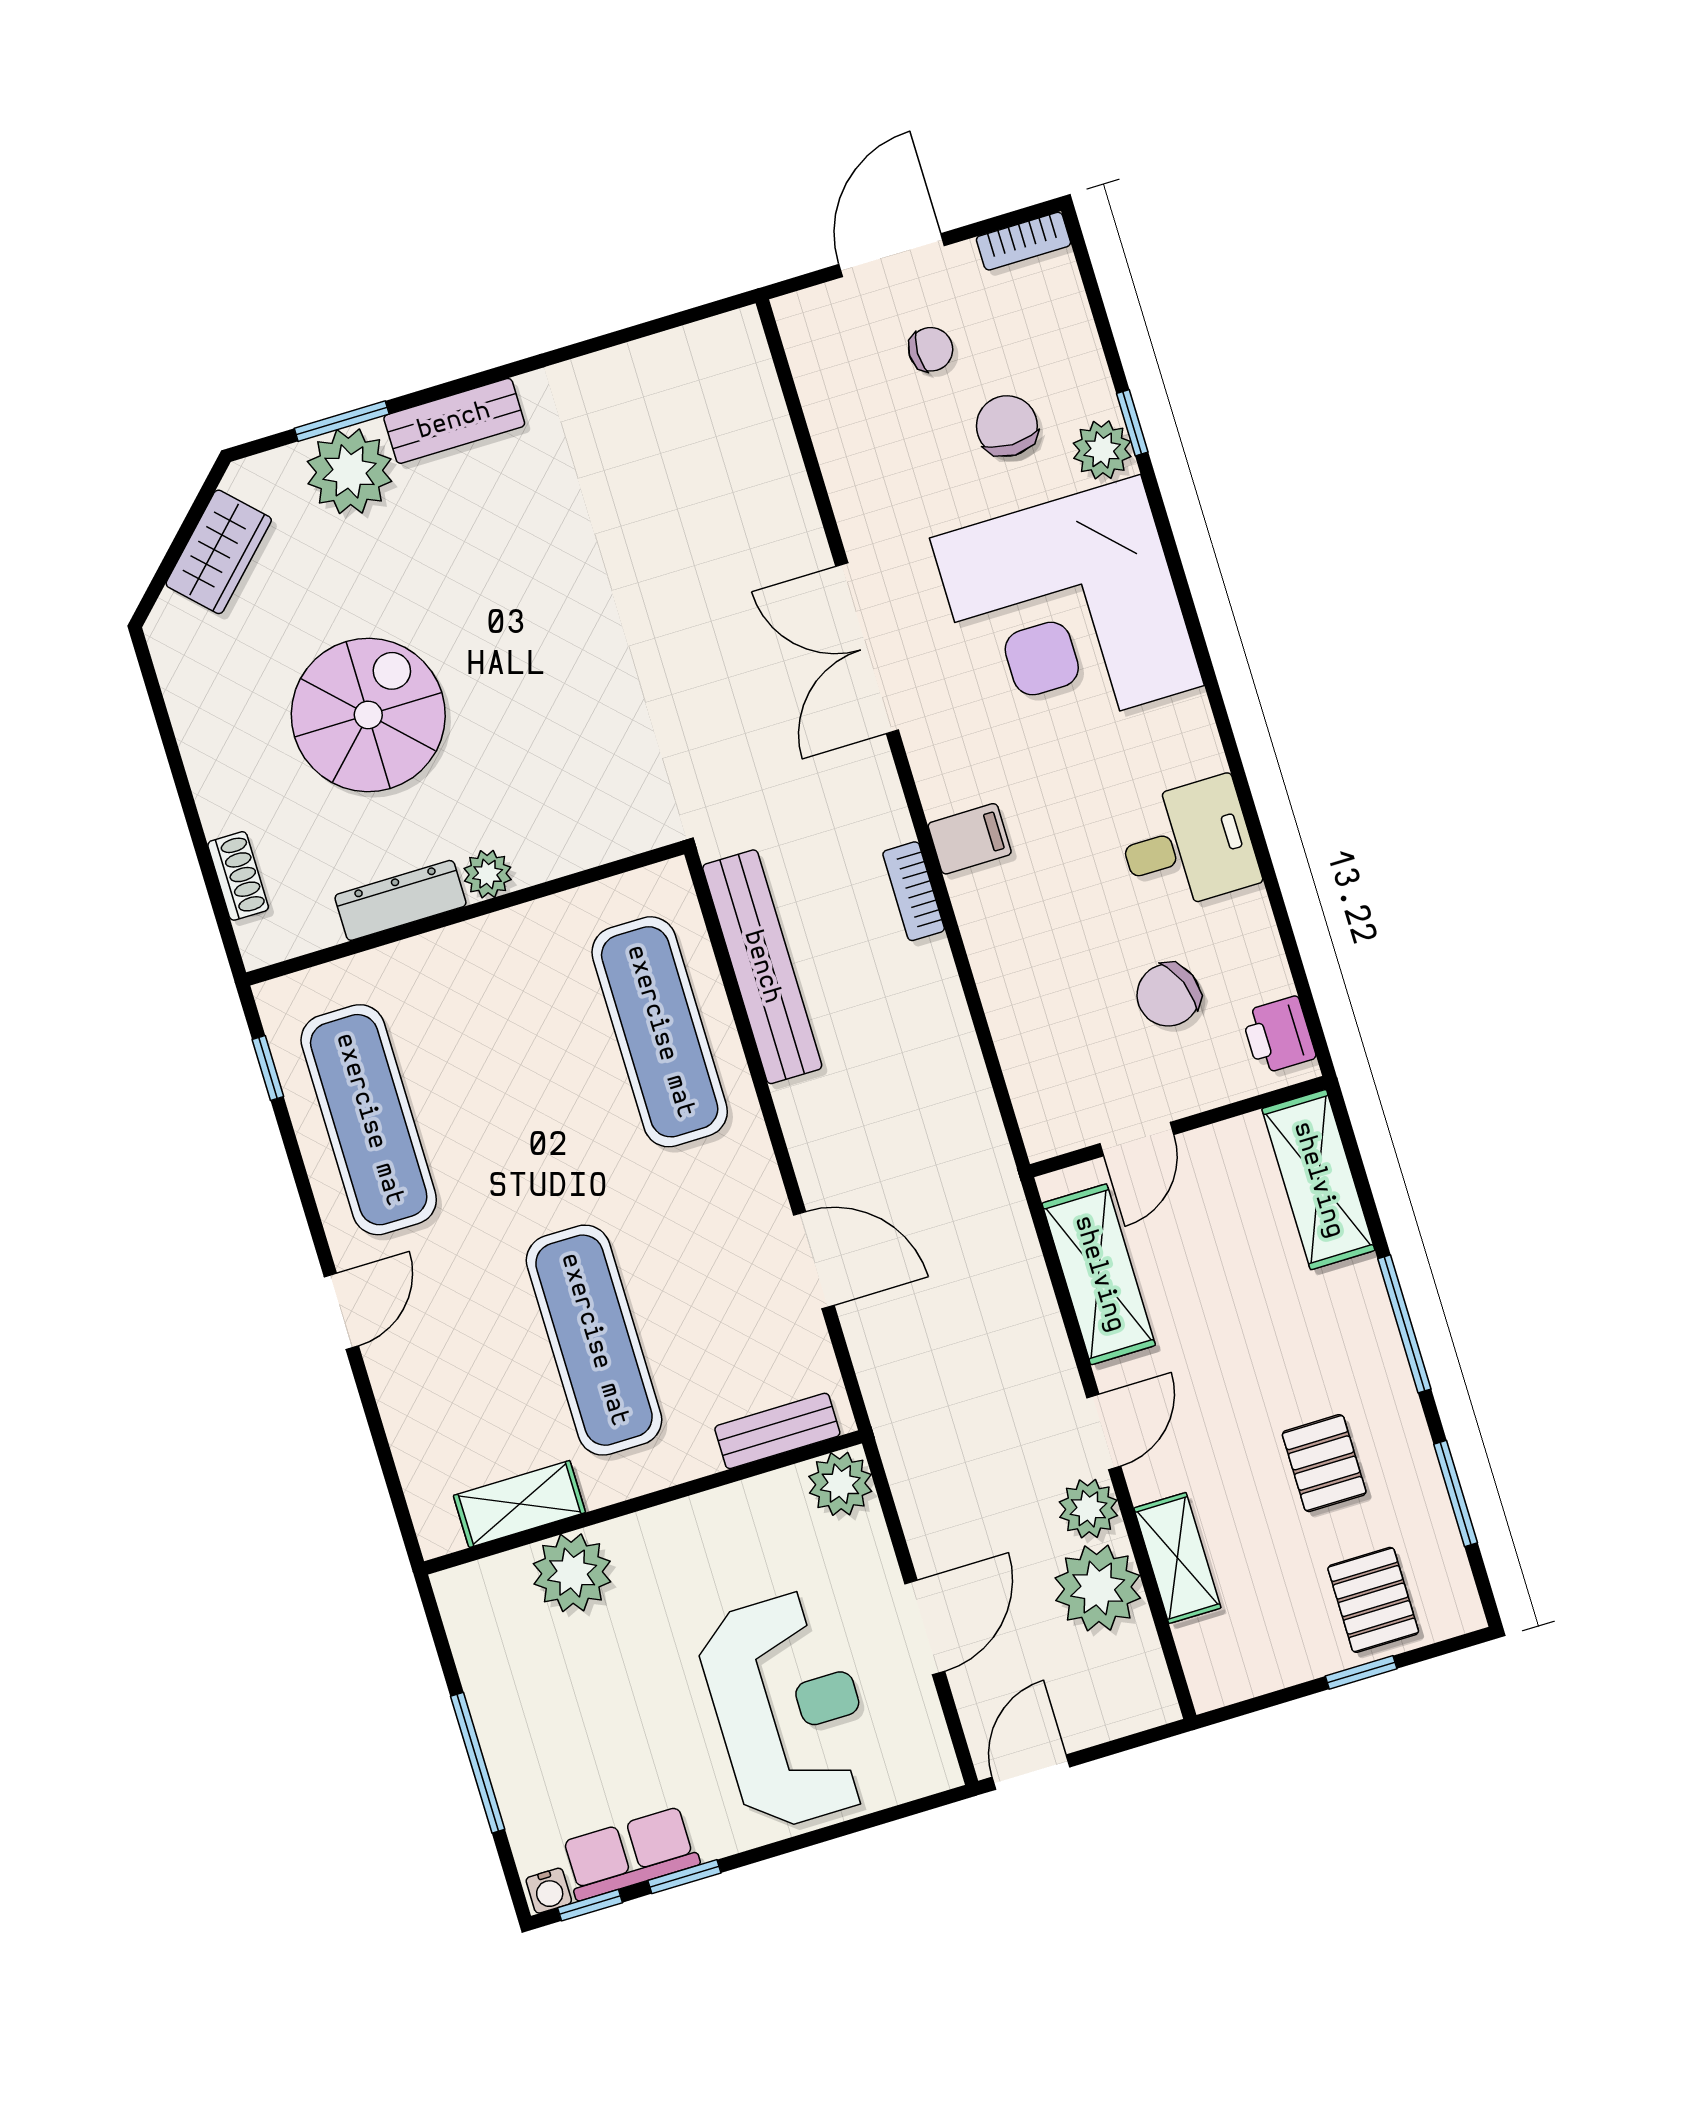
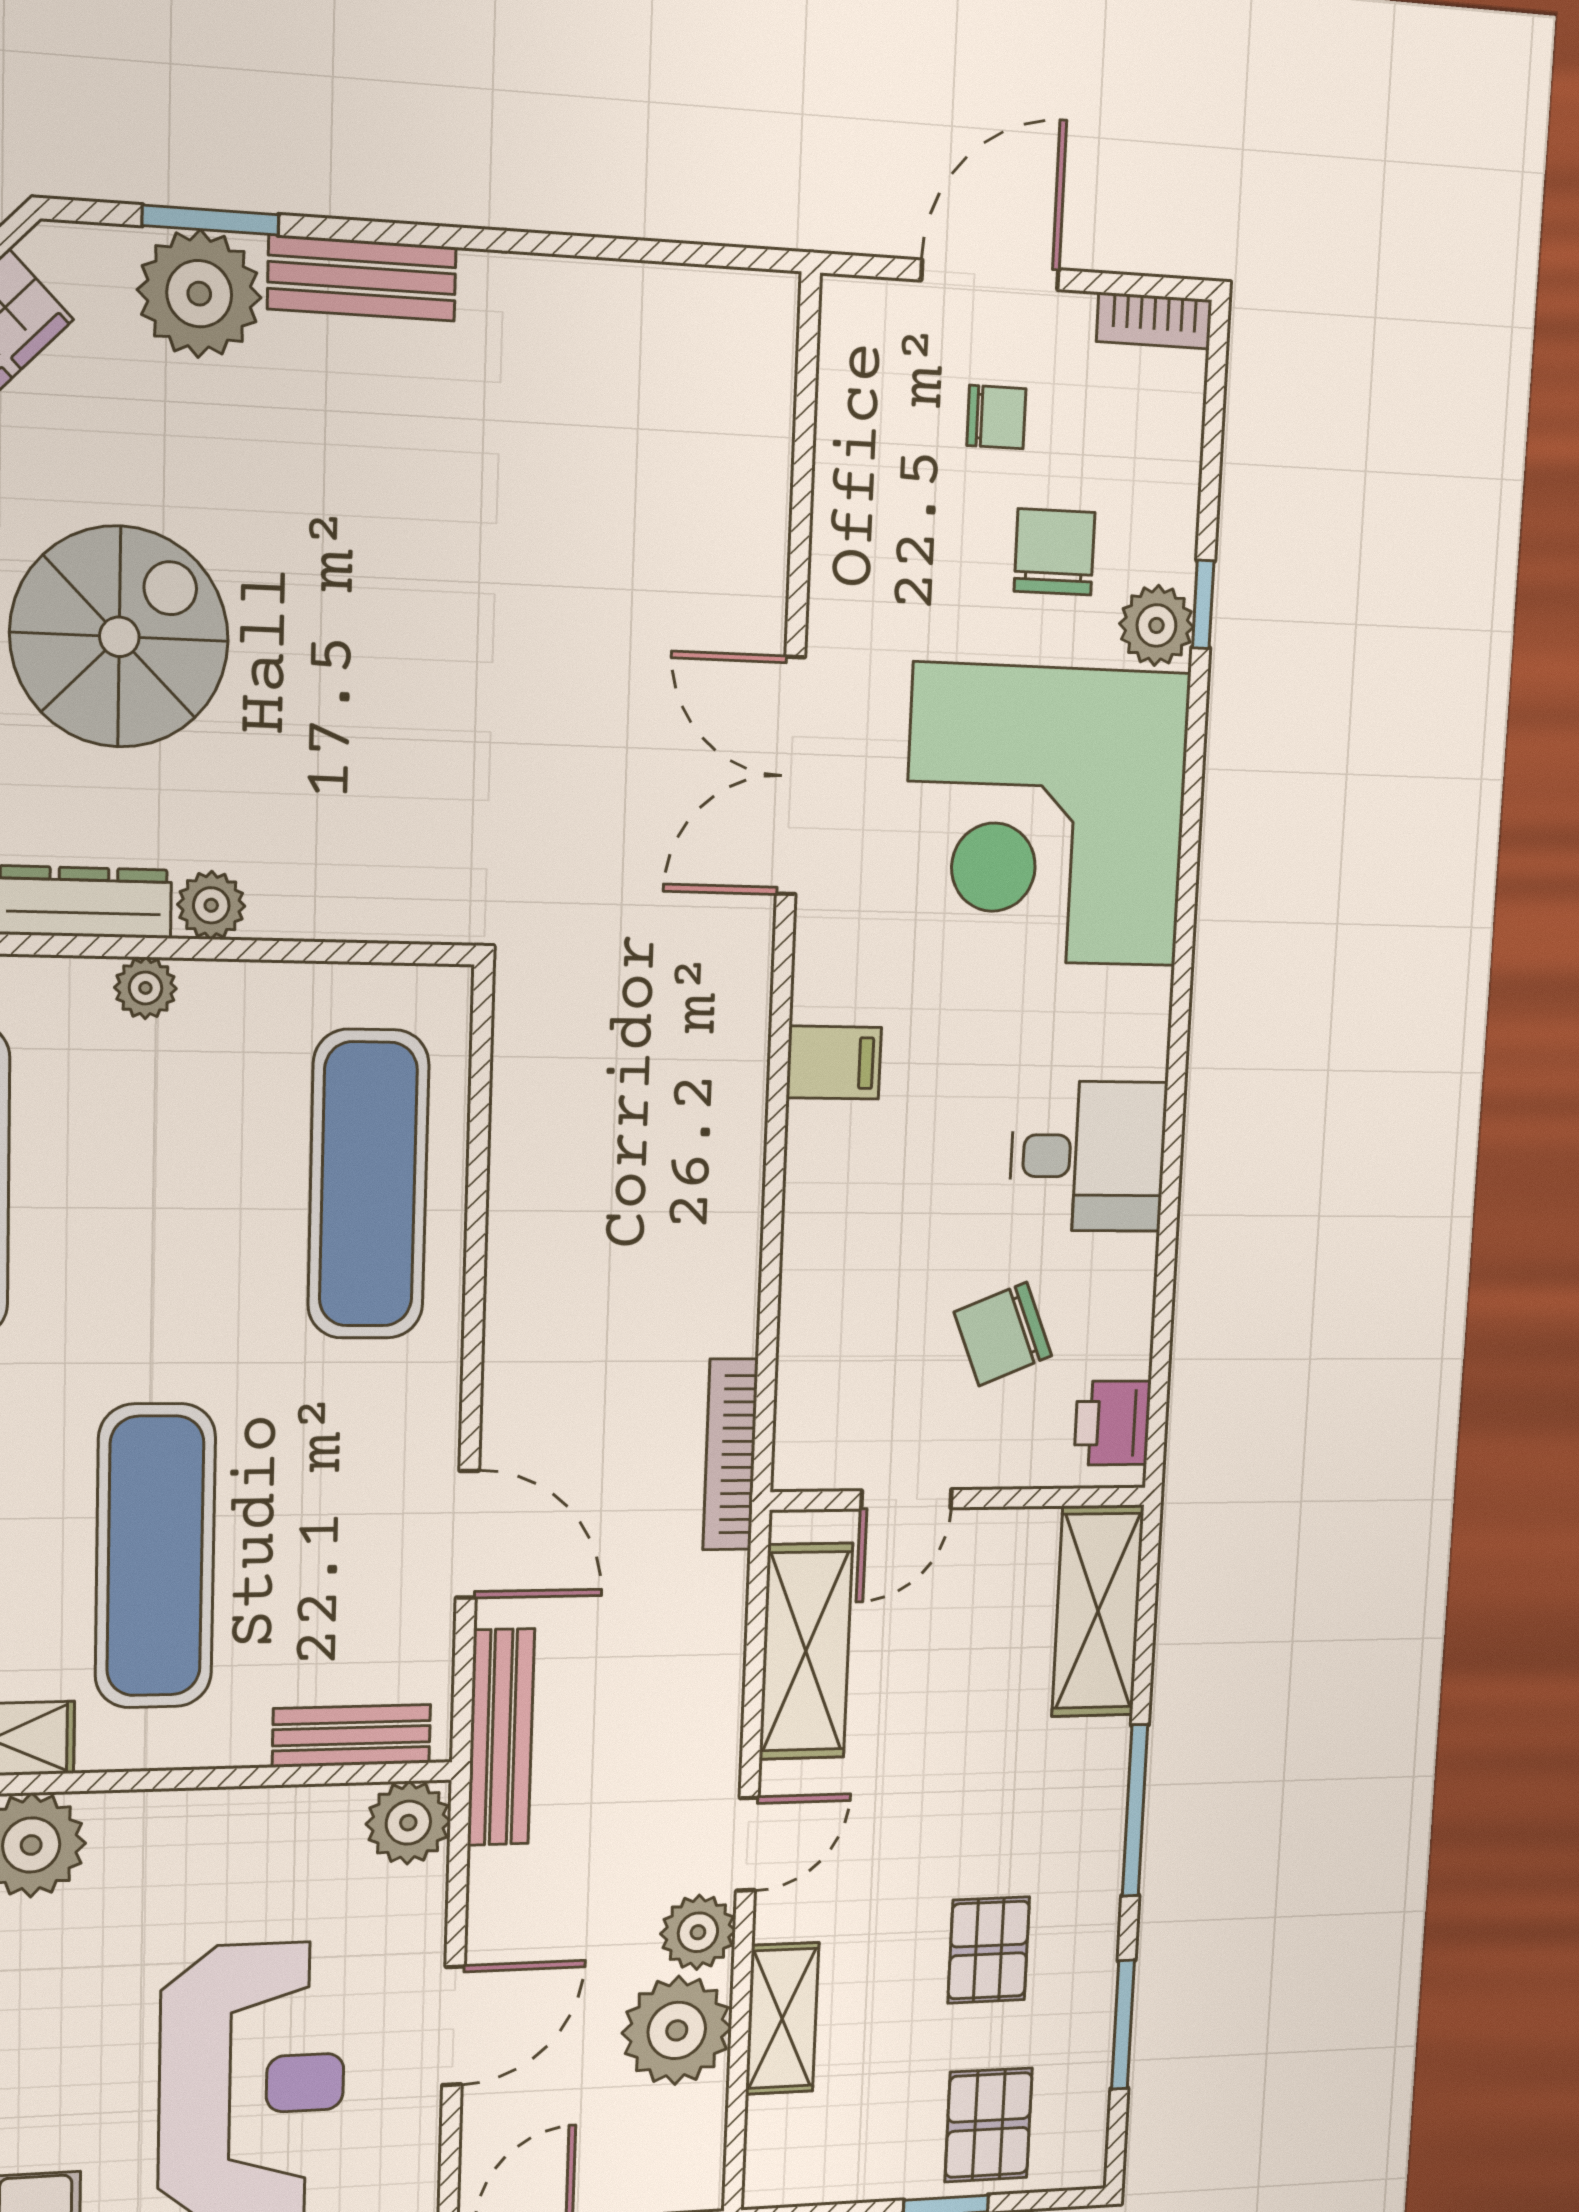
bookcase: (914, 891) -> (730, 1455), moved, width x1.56
plant: (461, 945) -> (145, 988), added
bench: (762, 967) -> (501, 1737), moved, width x0.73, depth x0.82

